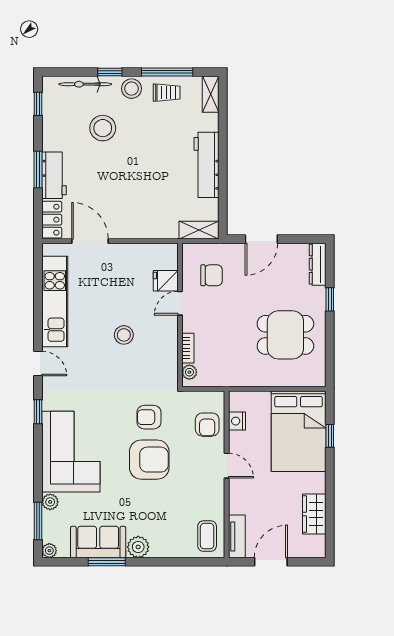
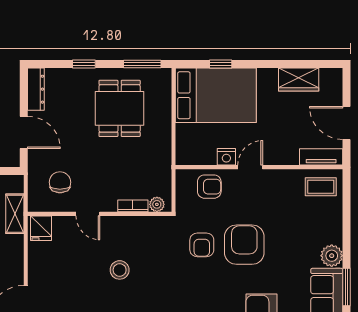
shelving: (199, 230) -> (15, 214), moved
dresser: (318, 264) -> (36, 89), moved, turned -90
fridge: (166, 281) -> (41, 228), moved
window: (330, 358) -> (142, 64), added
nightstand: (237, 421) -> (226, 157), moved

